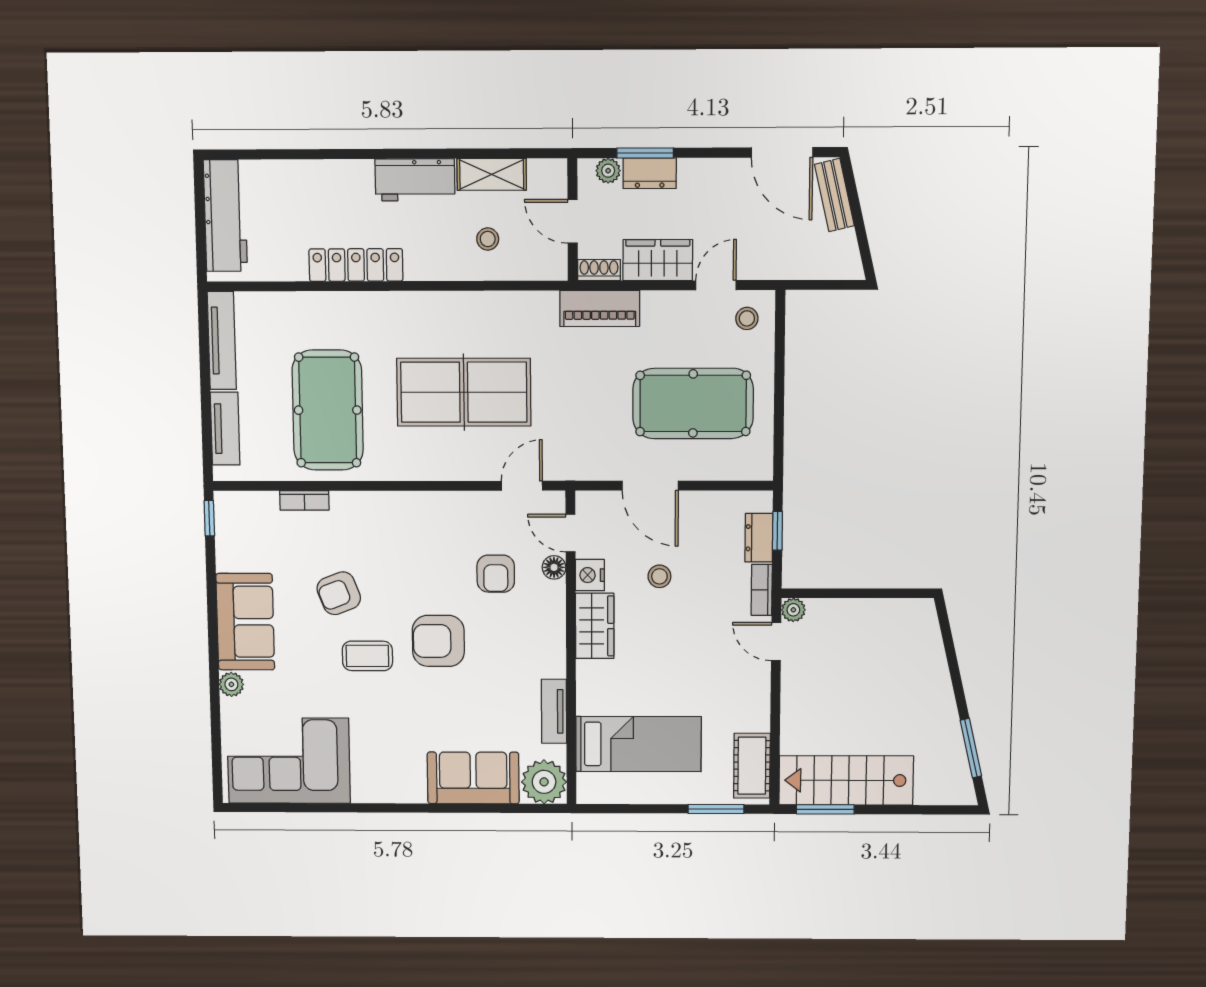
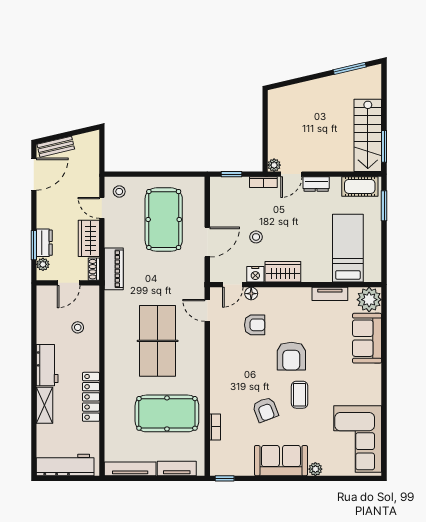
shelving: (492, 174) -> (45, 405), moved
dresser: (759, 538) -> (316, 184), moved

